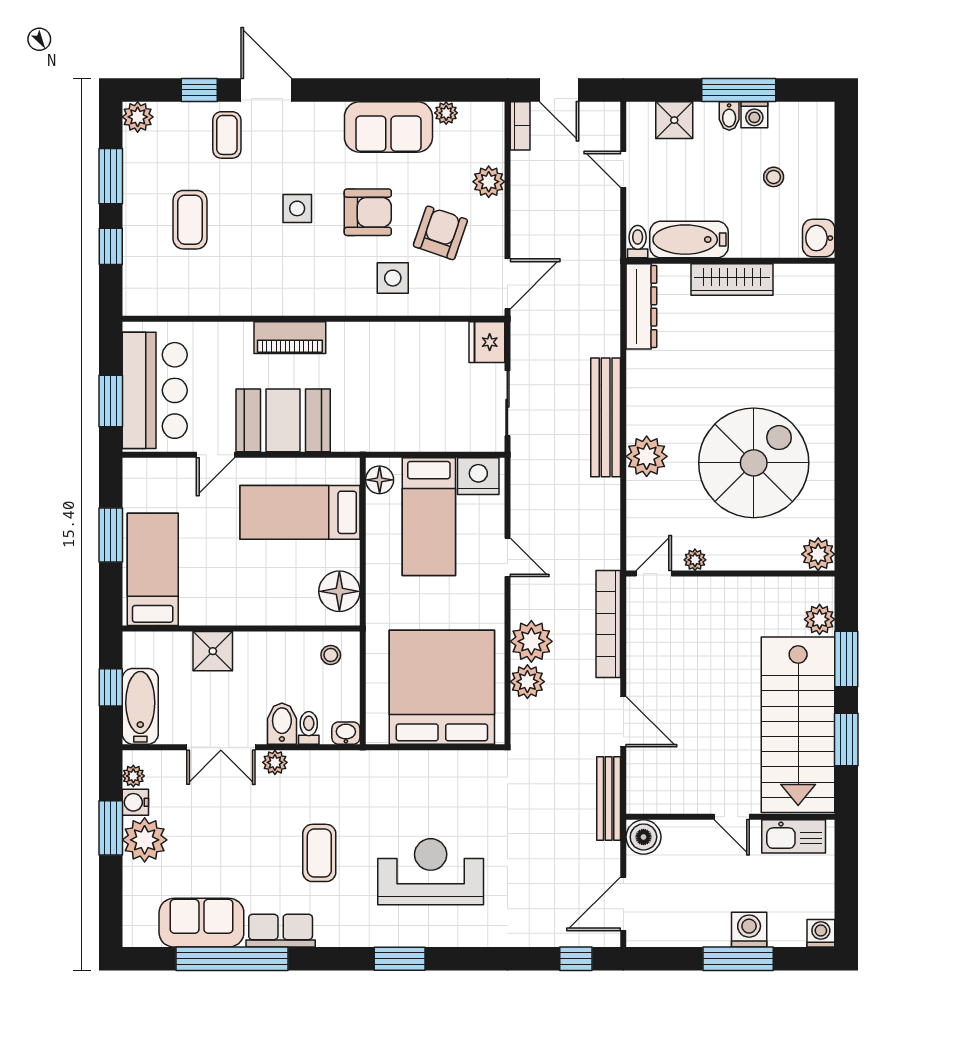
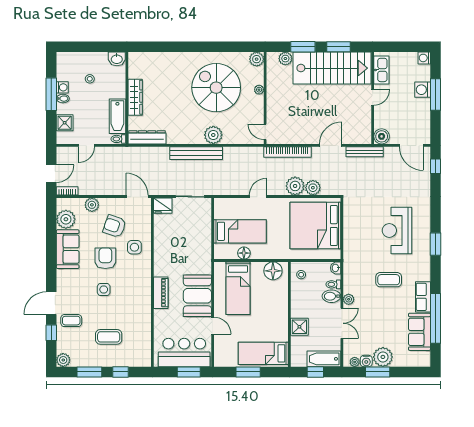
plant: (446, 113) -> (66, 219), width x1.88, depth x1.88
nightstand: (478, 476) -> (222, 209), removed
floor lamp: (380, 480) -> (244, 253), moved
plant: (695, 560) -> (259, 90), moved

